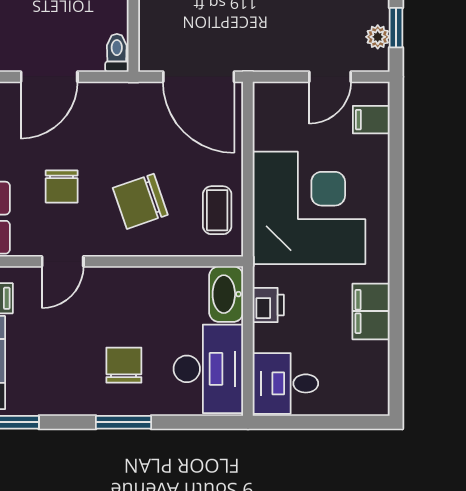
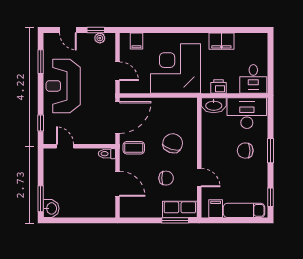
door: (330, 77) -> (117, 71), moved
chair: (140, 201) -> (173, 143), turned -144
coffee table: (217, 210) -> (134, 148), moved

